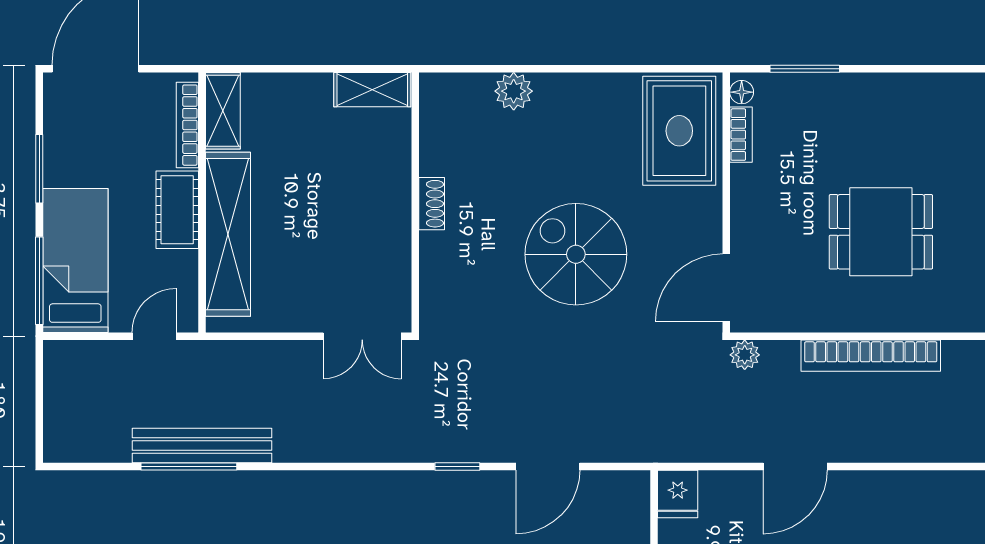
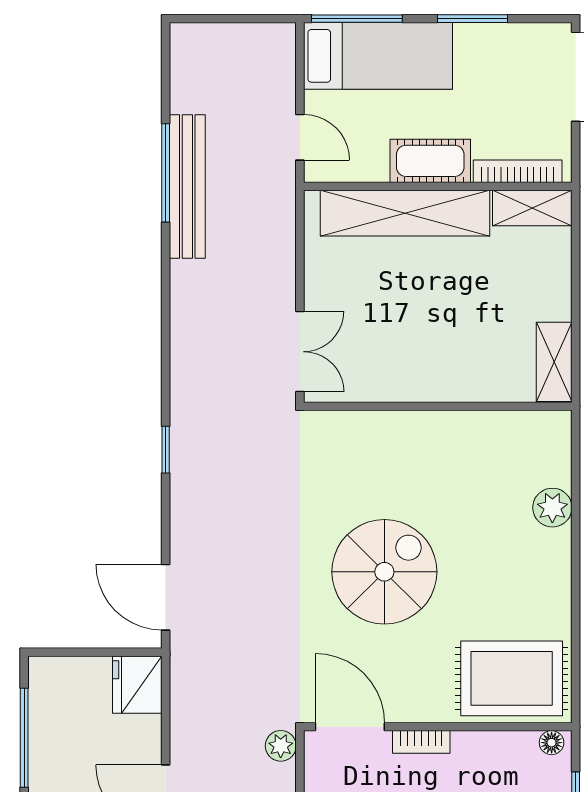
bookcase: (741, 135) -> (421, 742), moved
shoe rack: (432, 204) -> (436, 423), removed
double door: (362, 336) -> (300, 352), swing flipped
door: (548, 466) -> (166, 597), moved
fridge: (678, 494) -> (137, 685), width x1.38

